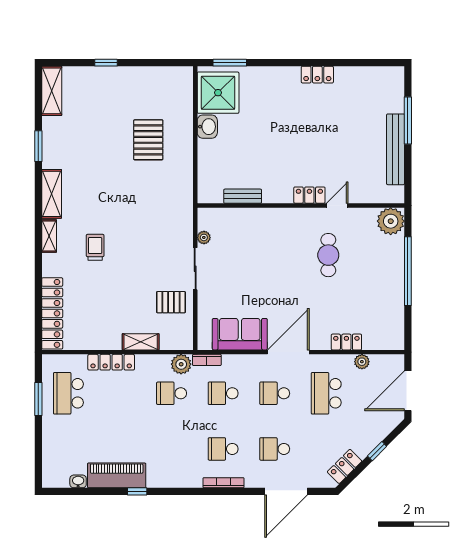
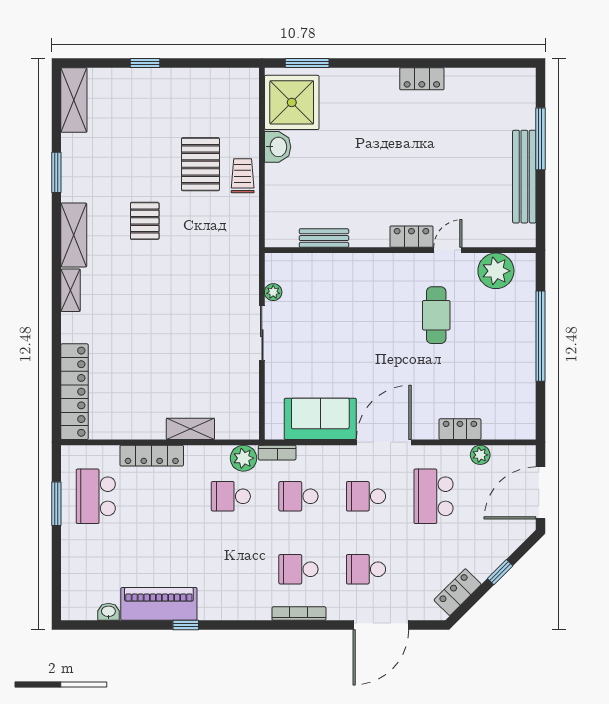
plant: (391, 221) -> (496, 271), moved
trolley: (95, 247) -> (243, 176), moved
pallet: (171, 302) -> (145, 221), moved, turned 90

